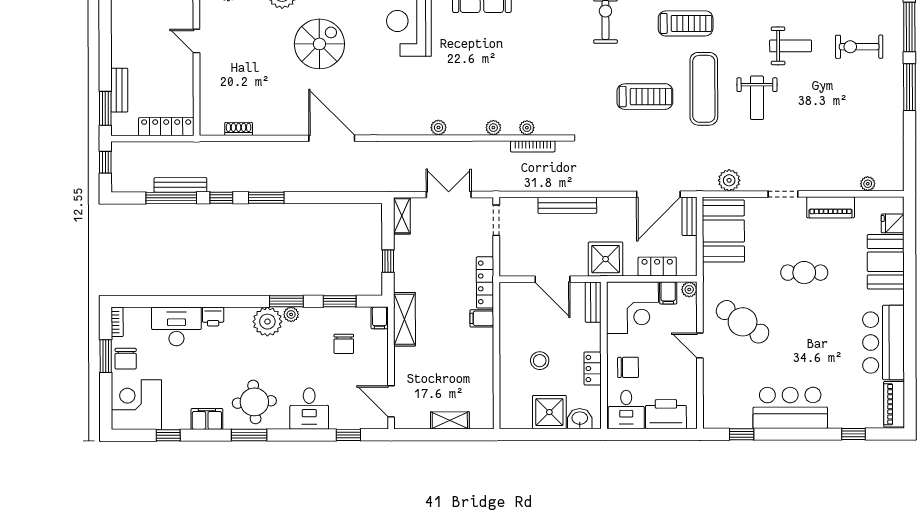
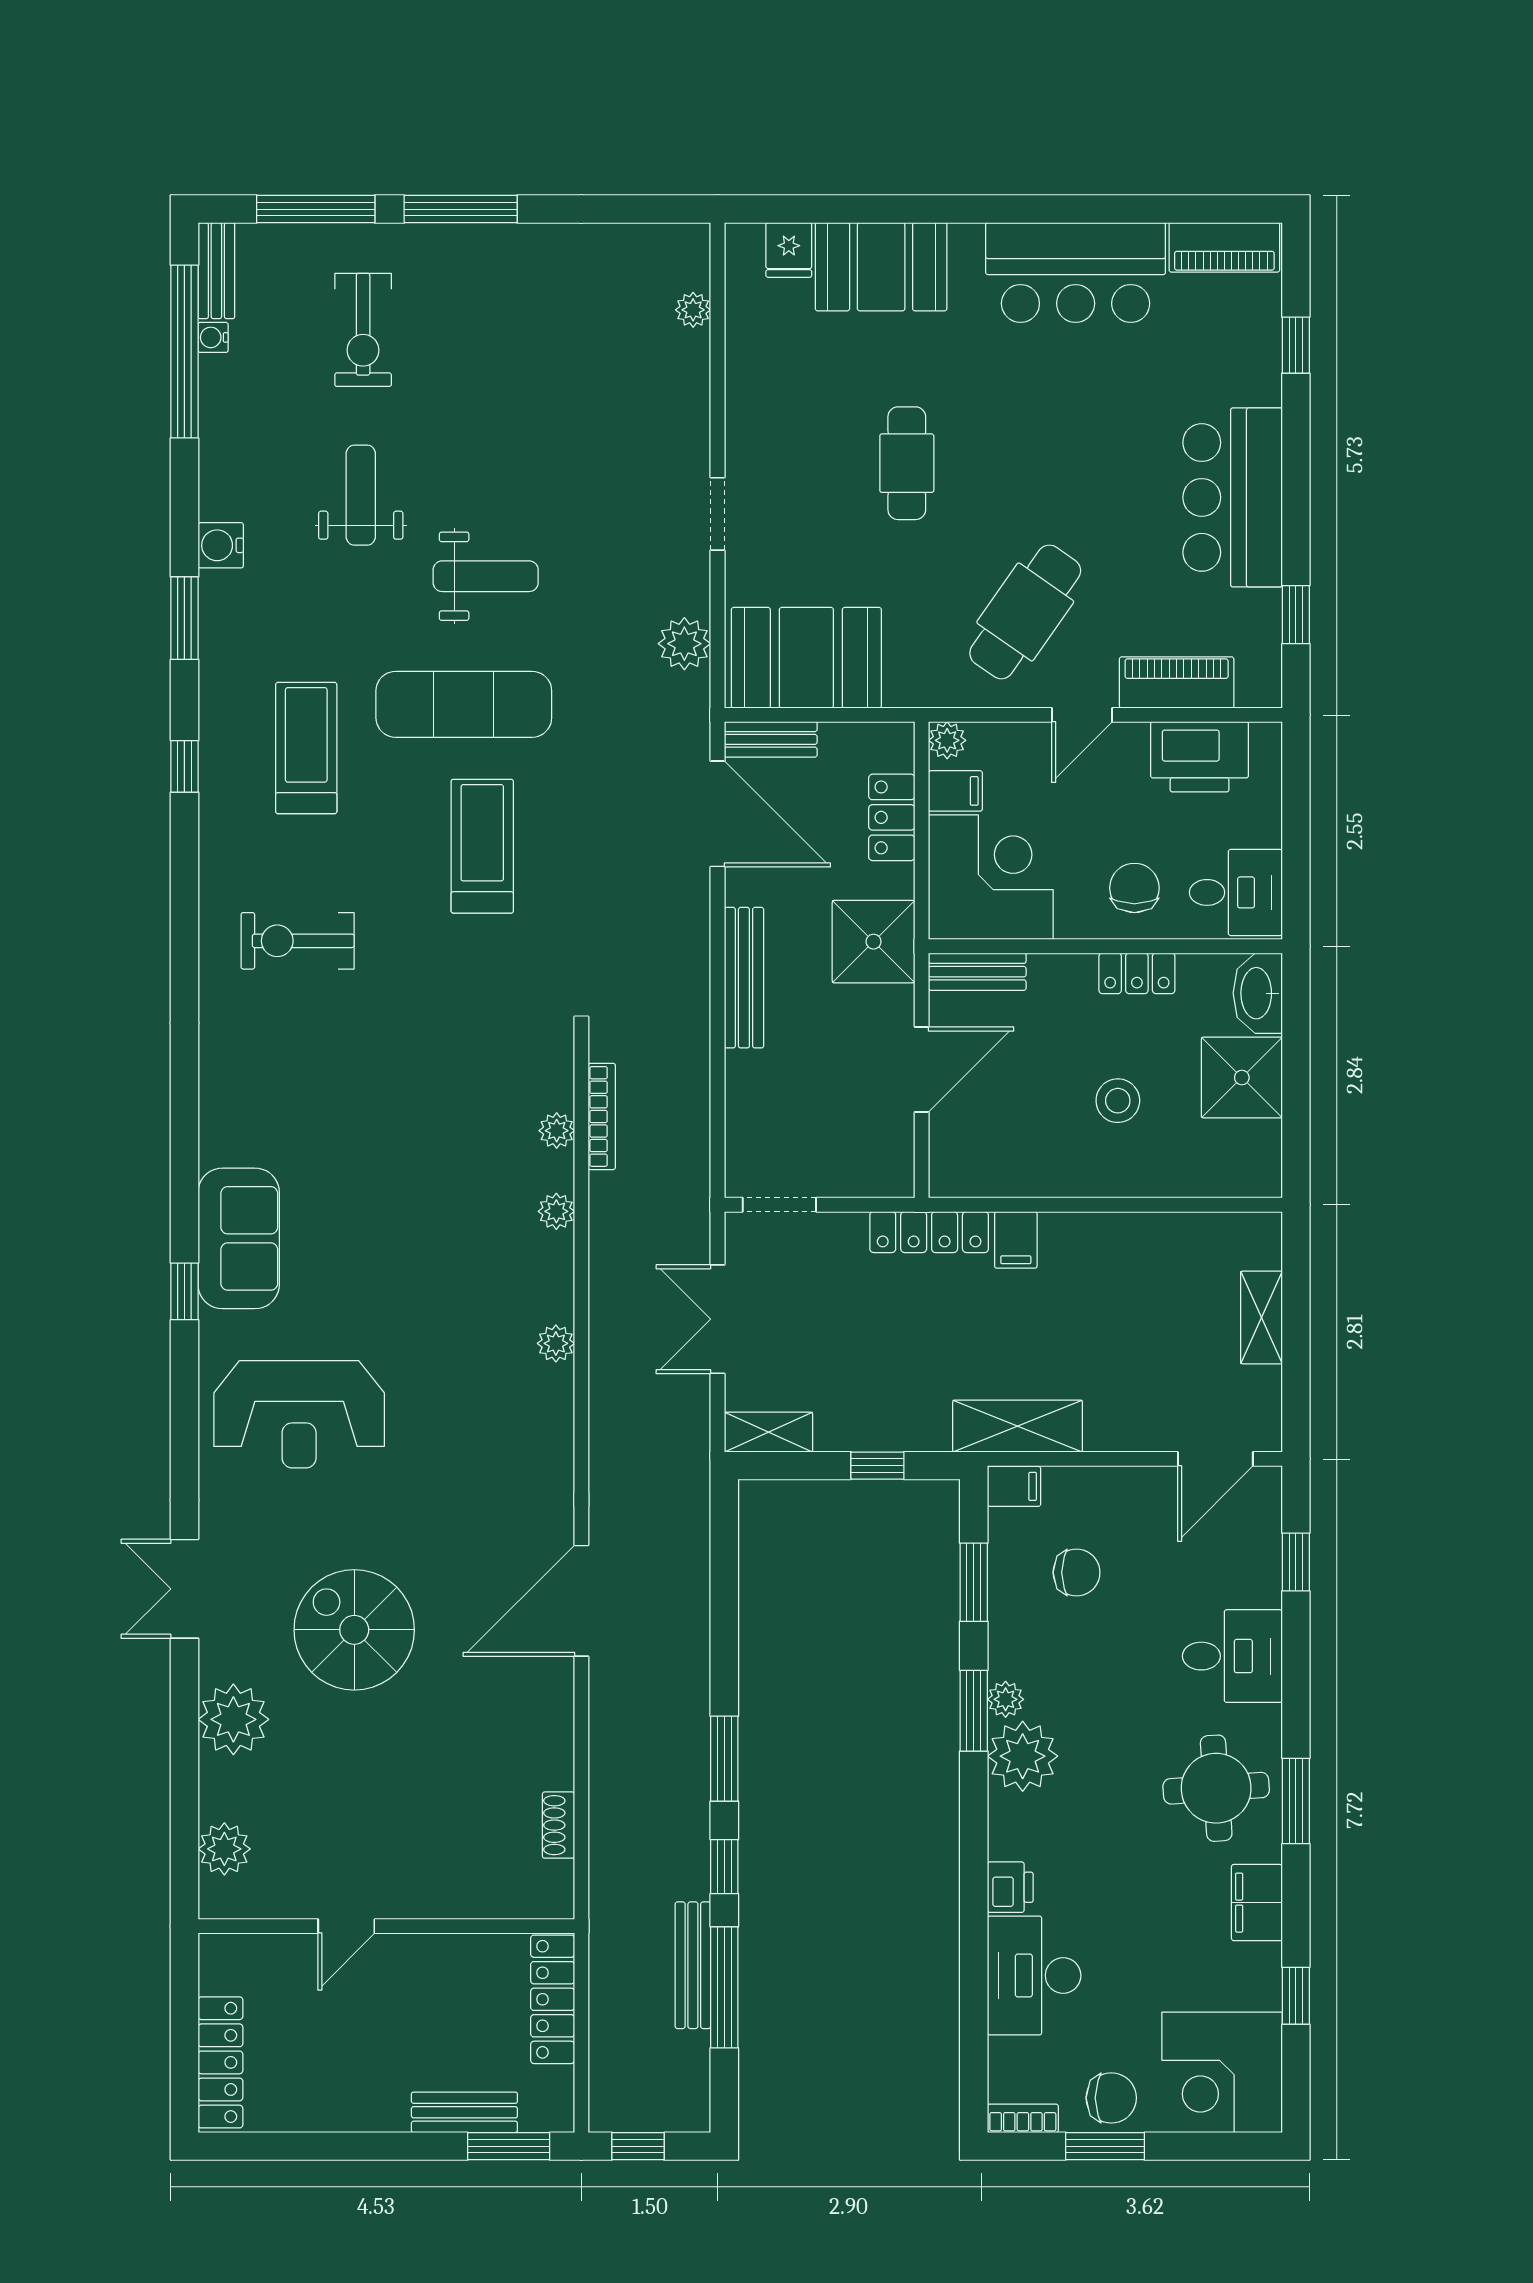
bench: (567, 205) -> (744, 978), moved
piano: (831, 207) -> (1177, 682), moved, turned -90
printer: (666, 414) -> (1200, 757), moved, turned -90
washbasin: (580, 419) -> (1258, 993), width x1.38

